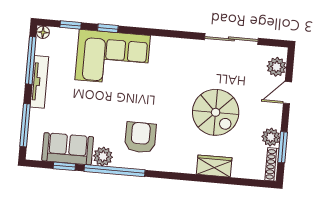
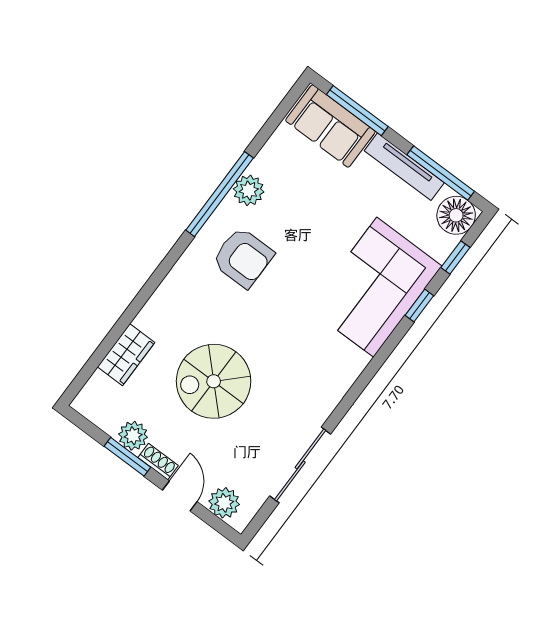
floor lamp: (43, 32) -> (456, 215), width x1.89, depth x1.89
window: (283, 147) -> (127, 457), moved
sofa: (68, 149) -> (330, 126), moved, turned 90
shoe rack: (272, 164) -> (158, 462), moved, width x0.70
window: (64, 166) -> (268, 129), removed
wardrobe: (214, 166) -> (126, 355), moved

